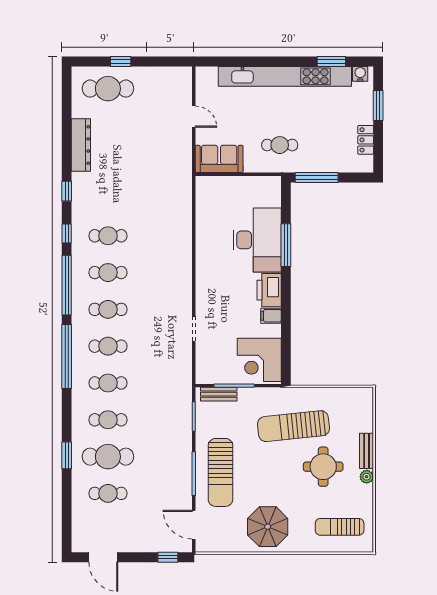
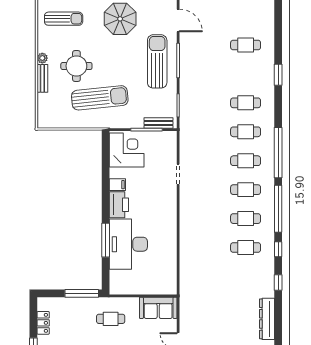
cafe table: (108, 457) -> (246, 74), removed

